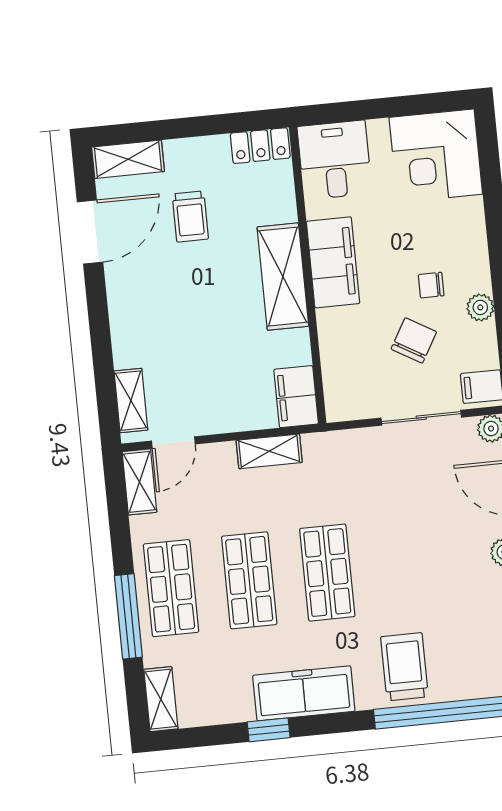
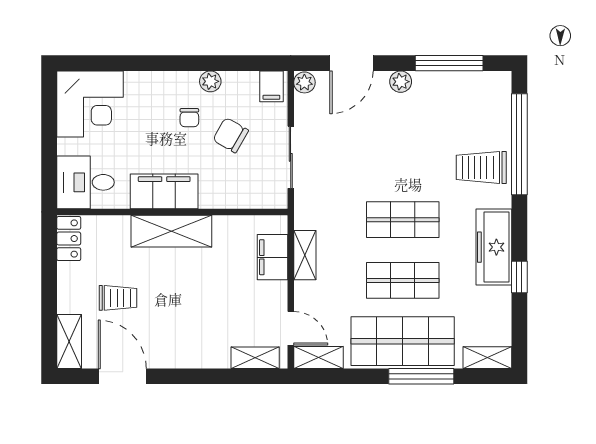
filing cabinet: (296, 397) -> (272, 257), moved, turned 90
sliding door: (421, 418) -> (291, 157), moved
shop shelf: (171, 588) -> (403, 341), width x1.43, depth x1.36

